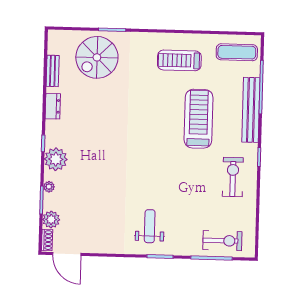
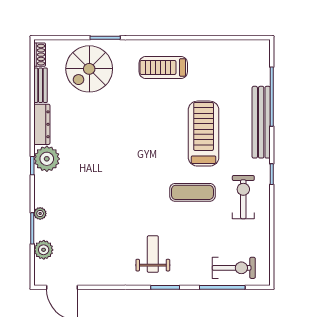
exercise mat: (237, 52) -> (192, 192), moved
treadmill: (179, 60) -> (163, 67), moved
dresser: (53, 106) -> (42, 124), width x1.44
plant: (56, 159) -> (47, 159), moved
shoe rack: (47, 240) -> (40, 55), moved

